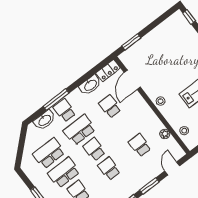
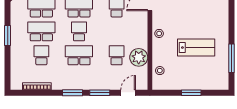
plant: (165, 134) -> (139, 57), width x1.88, depth x1.88
school desk: (109, 169) -> (79, 55), width x1.85

